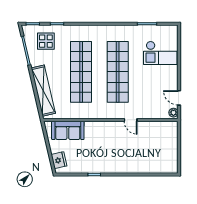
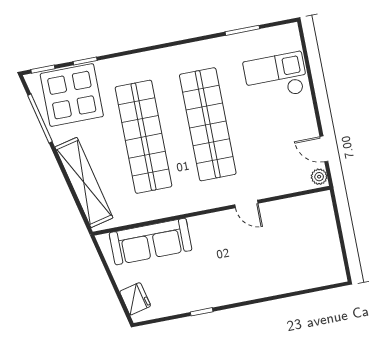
display table: (46, 41) -> (72, 95), width x1.86, depth x1.86
checkout: (160, 53) -> (276, 77), turned 180
sofa: (68, 130) -> (151, 242), width x1.36

